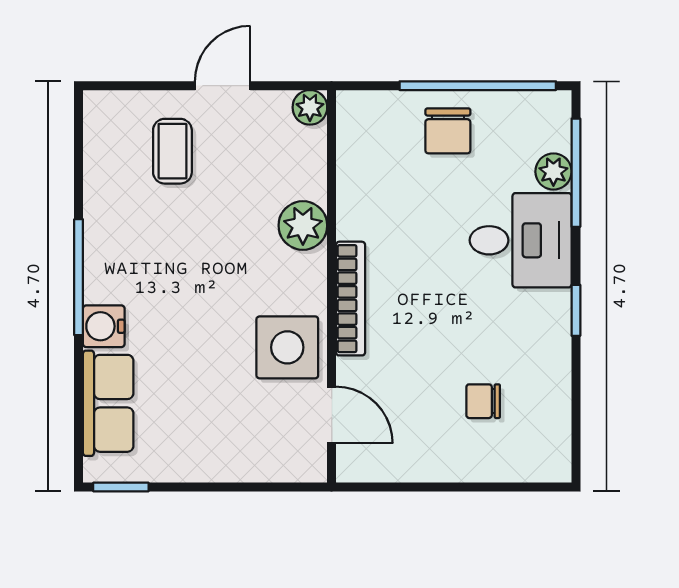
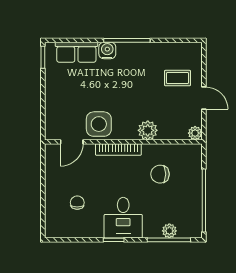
chair: (448, 131) -> (160, 174), moved
desk: (521, 240) -> (123, 218), moved

